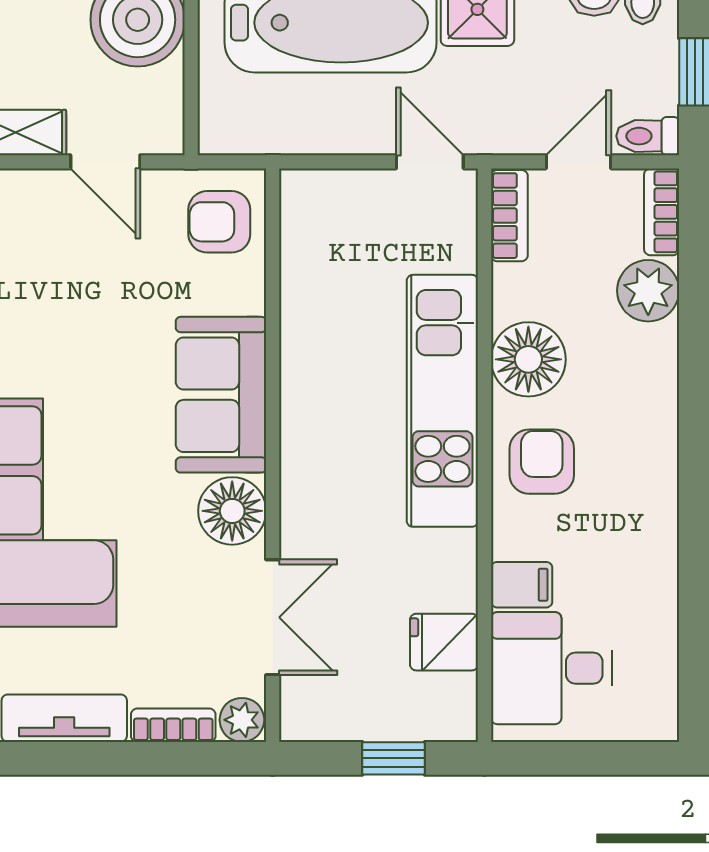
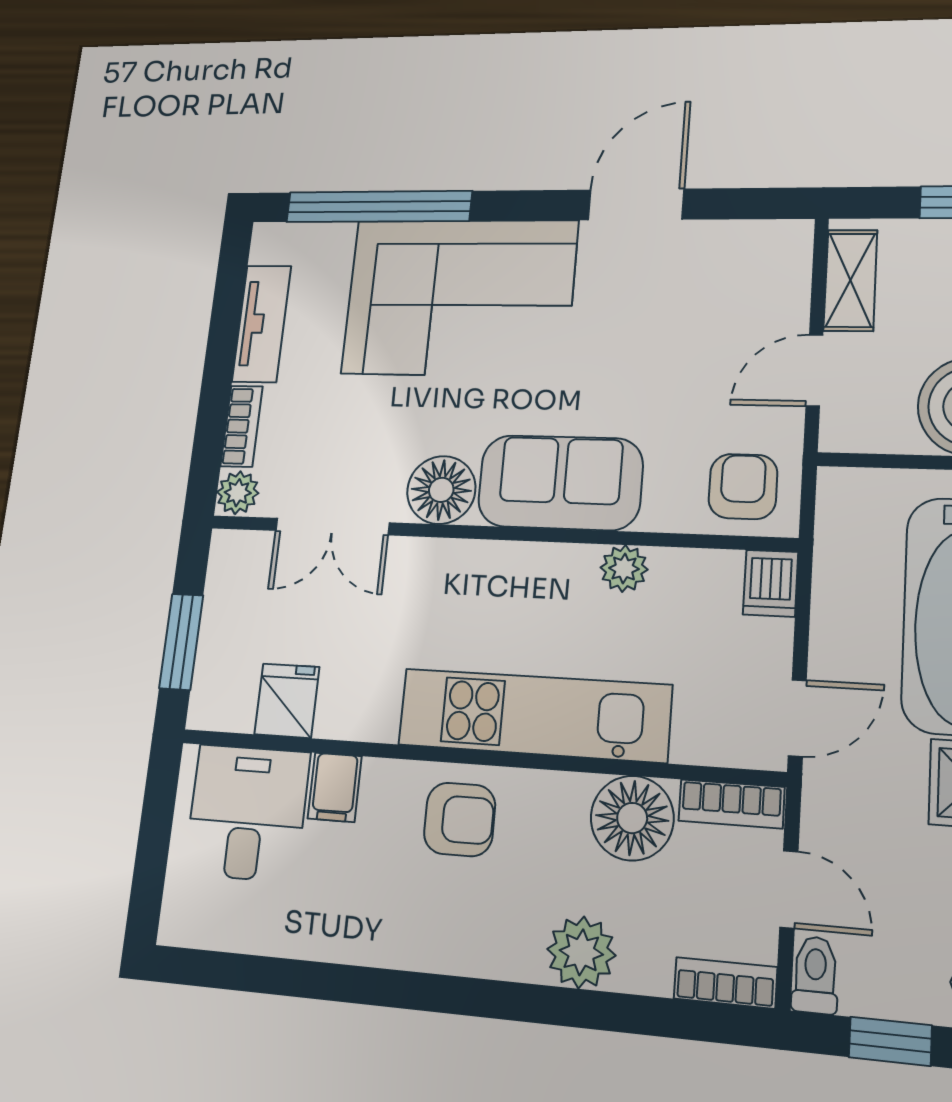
dishwasher: (309, 192) -> (771, 583), added
plant: (648, 291) -> (581, 952), moved
plant: (302, 327) -> (624, 568), added
floor lamp: (528, 359) -> (632, 818), moved
window: (393, 758) -> (181, 642), width x1.50

